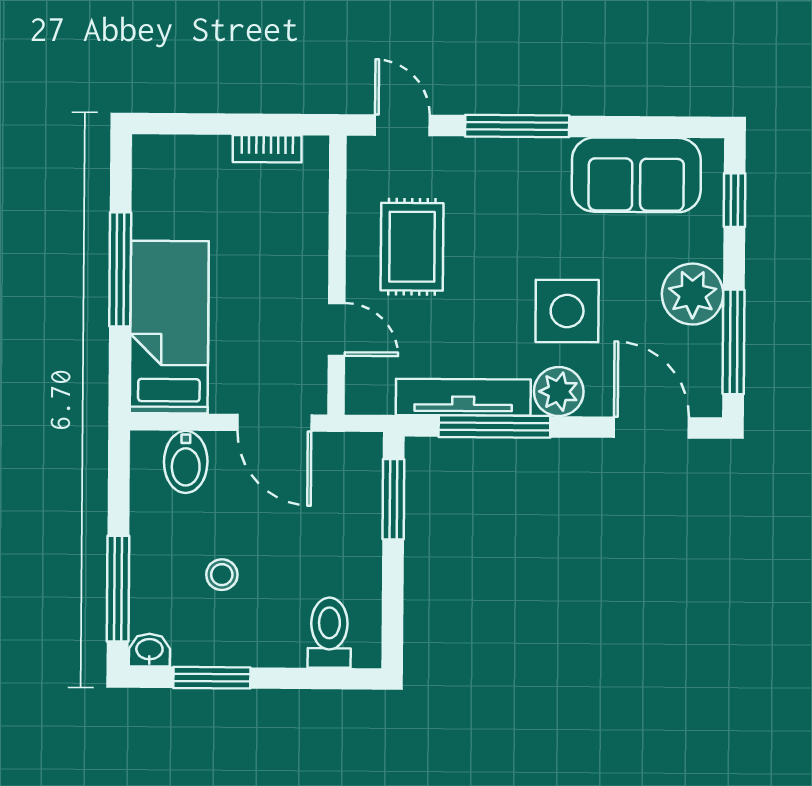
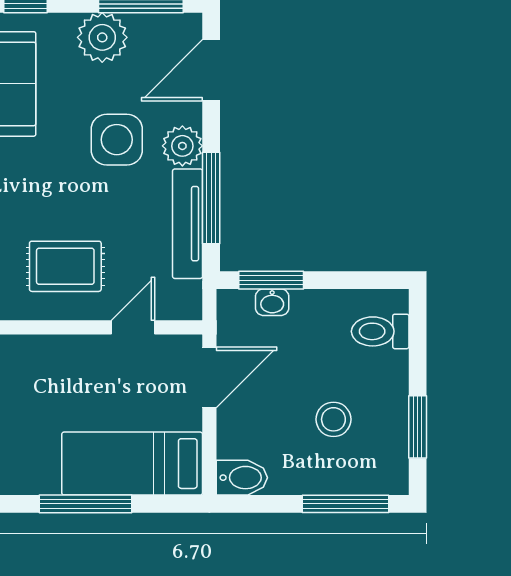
bidet: (186, 462) -> (242, 478), moved
stool: (222, 575) -> (333, 419), width x1.37, depth x1.37
washbasin: (149, 650) -> (272, 302), moved, turned -90

